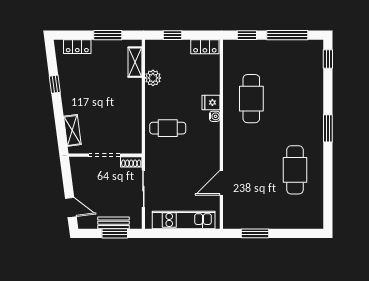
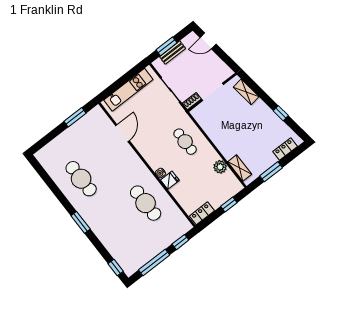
cafe table: (168, 128) -> (185, 142), turned 90

